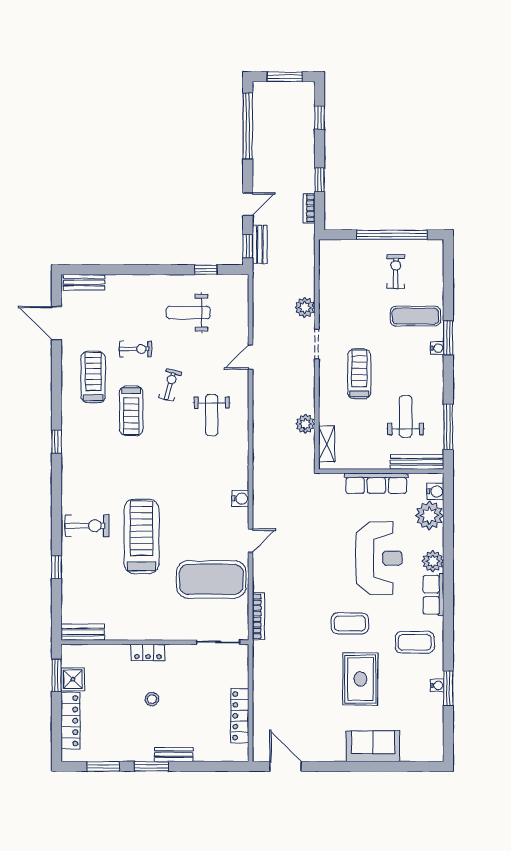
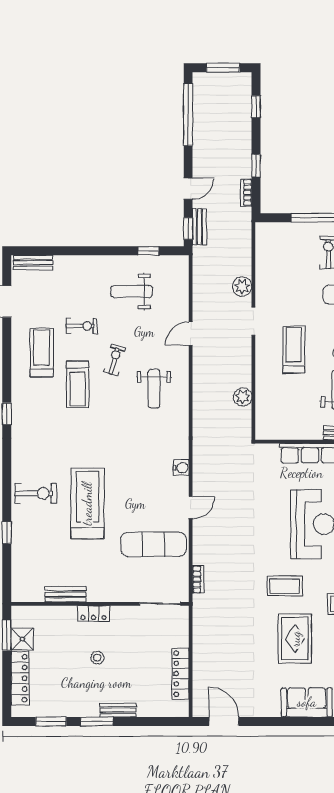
shelving: (327, 444) -> (263, 416), removed
exercise mat: (211, 579) -> (154, 544), width x0.68
bookcase: (258, 616) -> (198, 579), width x0.64
bench: (83, 632) -> (66, 594), moved

